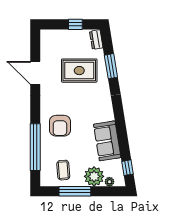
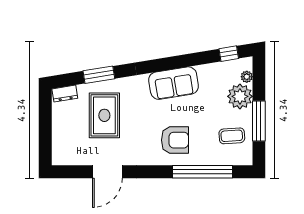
window: (75, 24) -> (45, 120), removed
sofa: (107, 141) -> (174, 83), moved

